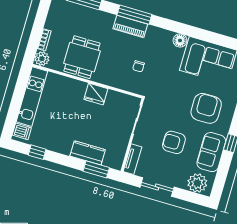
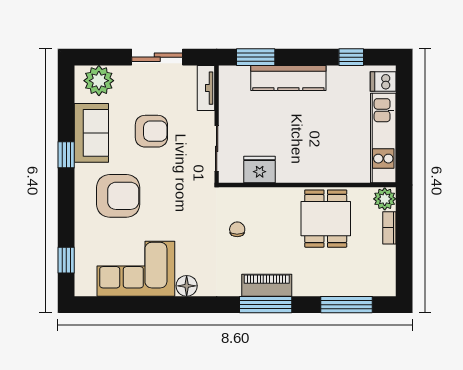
fridge: (96, 94) -> (260, 170), moved
armchair: (206, 108) -> (118, 196), turned -90
kitchen counter: (88, 153) -> (288, 78), width x1.50

